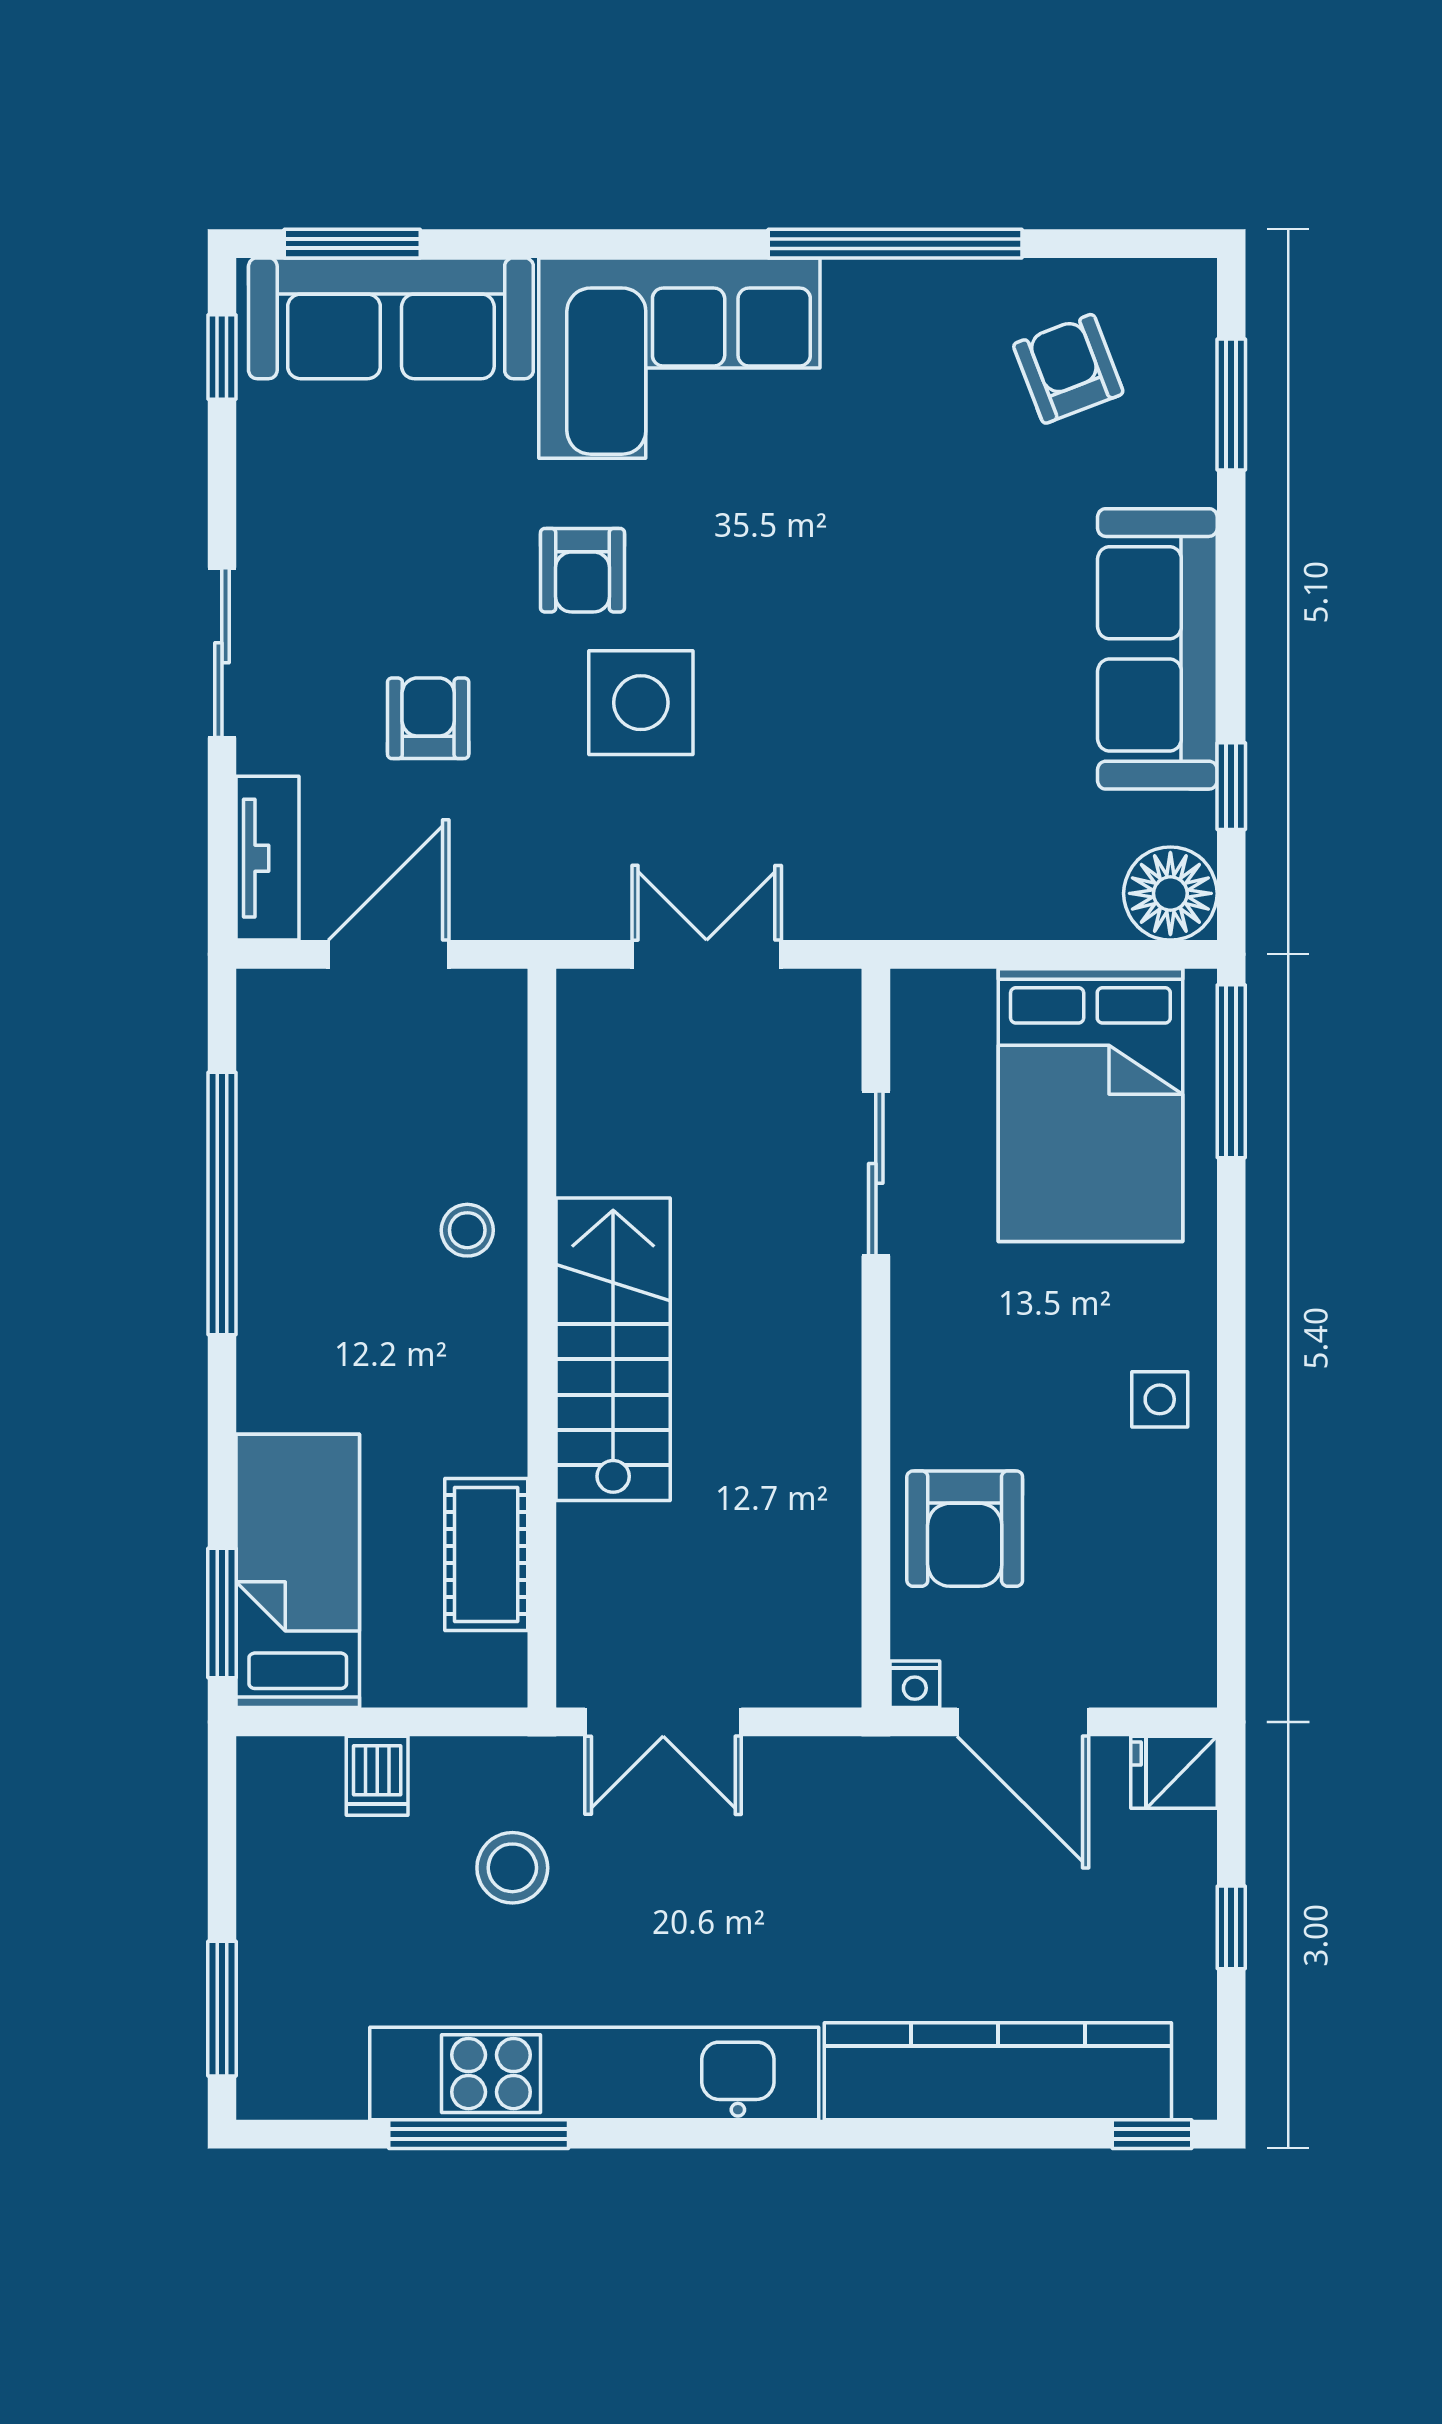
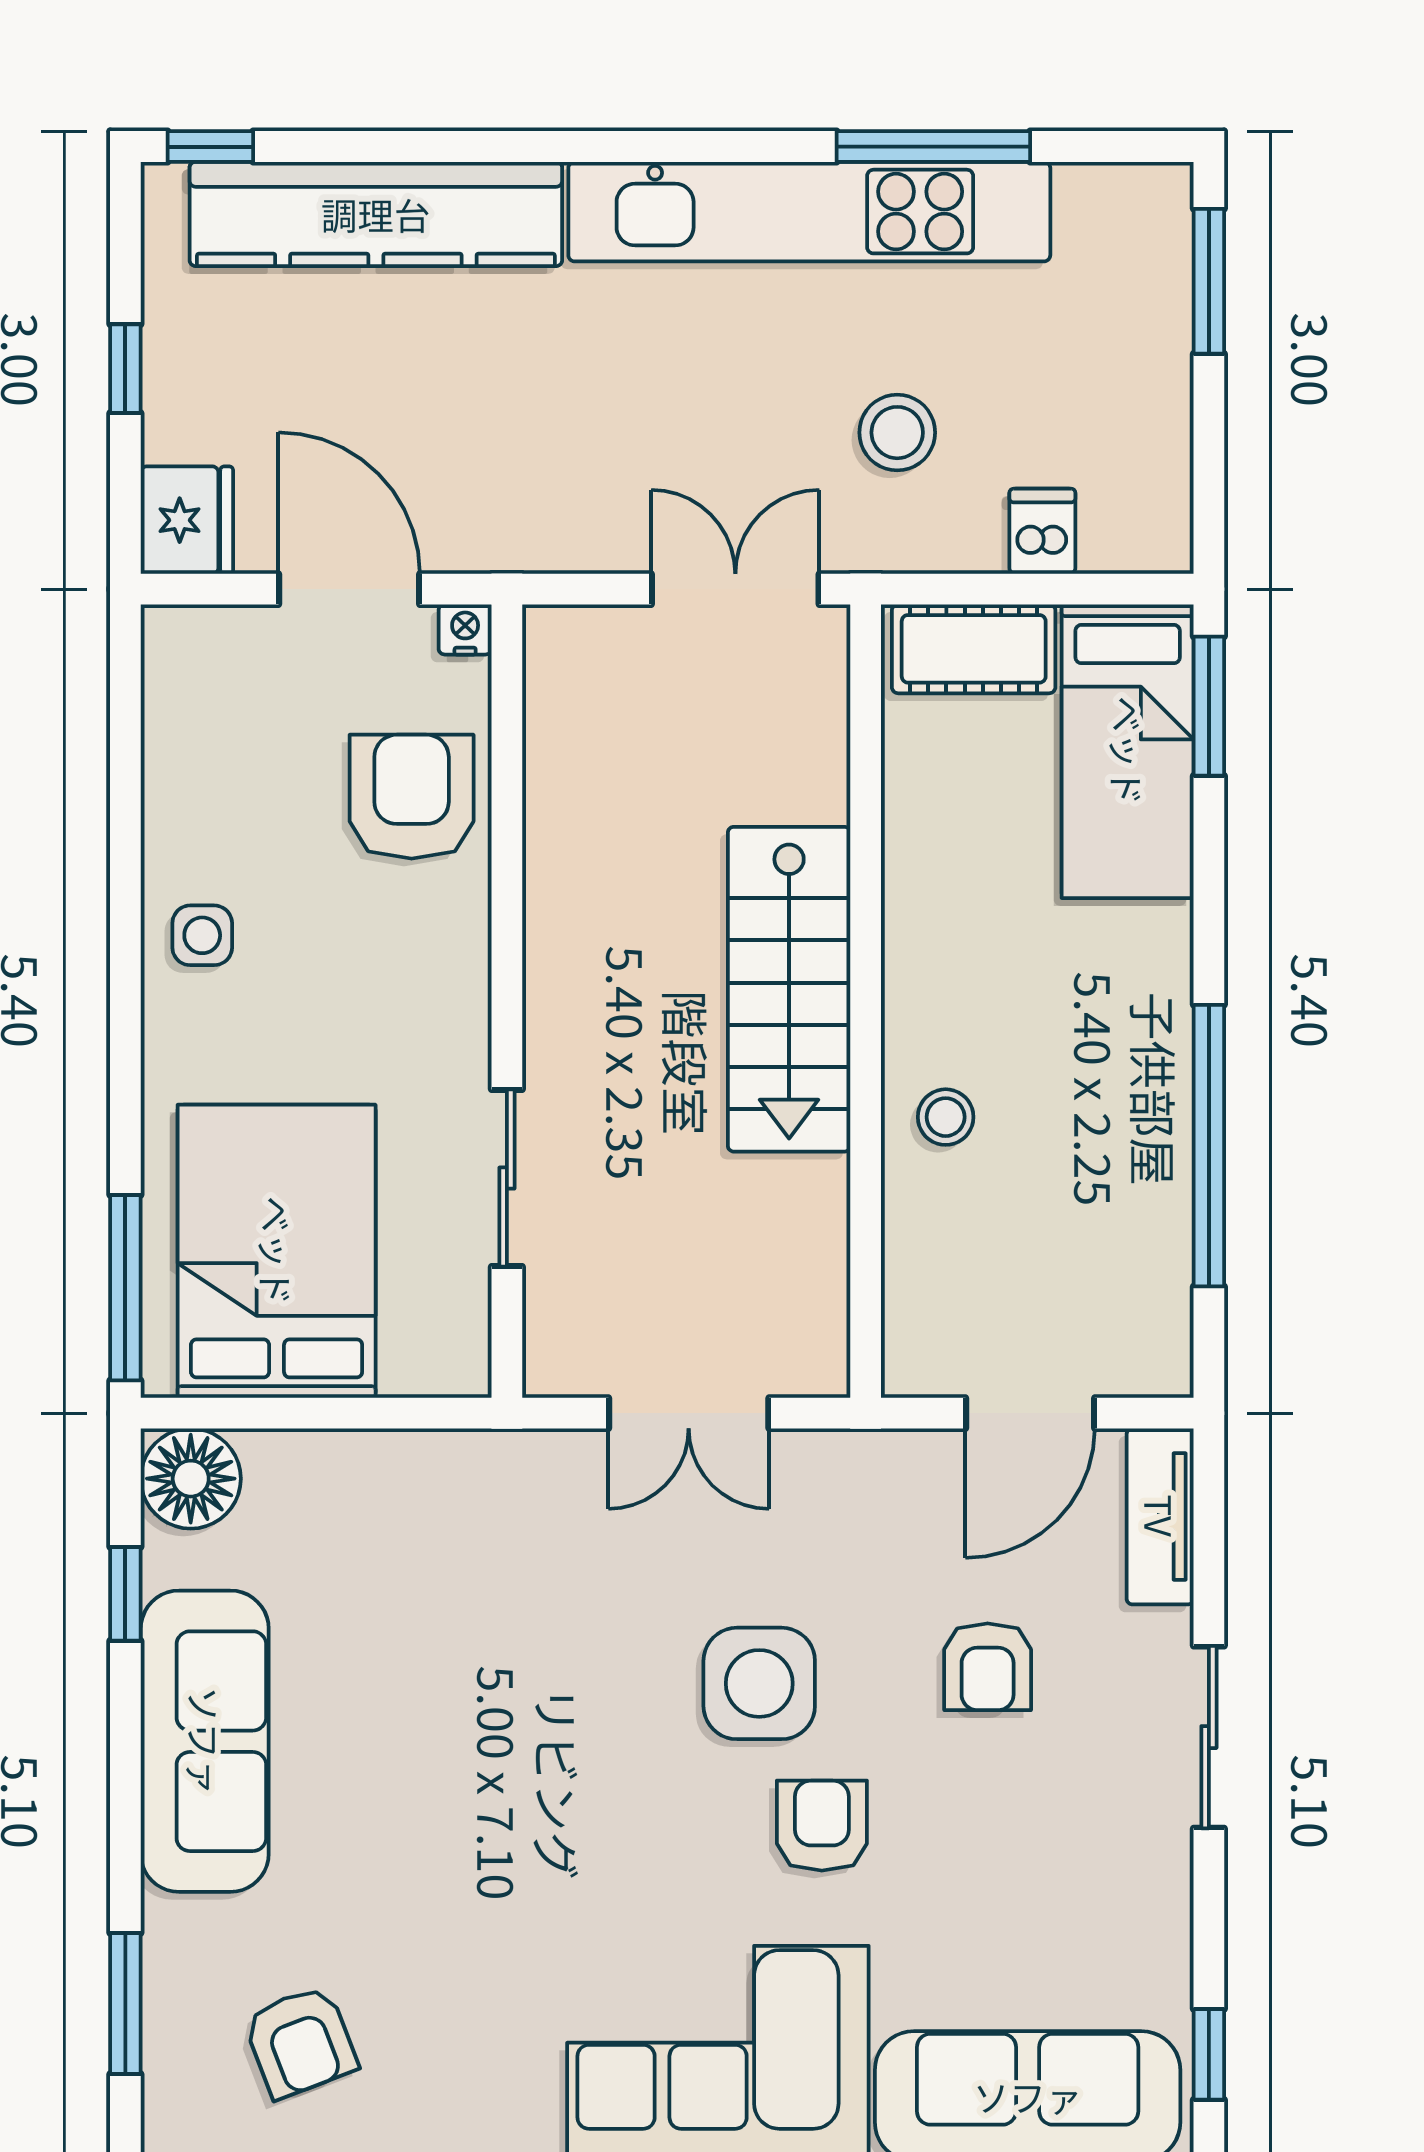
cot: (486, 1554) -> (974, 649), moved, turned 90
fridge: (1174, 1772) -> (187, 520), width x1.38

